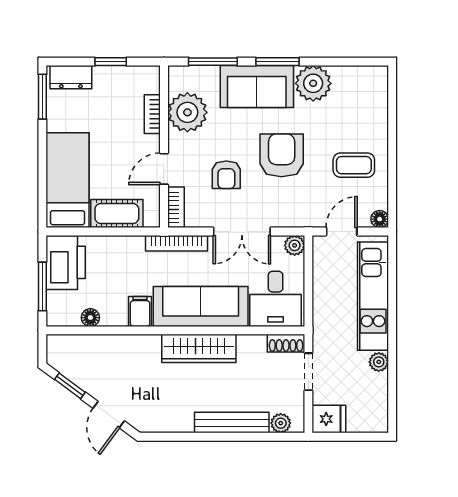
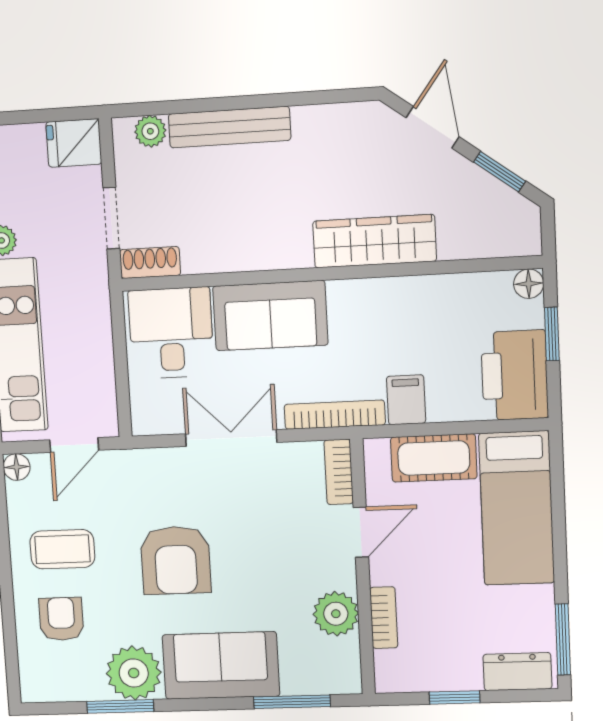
window: (278, 62) -> (120, 706), moved
plant: (187, 112) -> (336, 614), width x0.73, depth x0.73
armchair: (226, 175) -> (61, 619), moved
plant: (295, 245) -> (146, 420), removed
window: (42, 286) -> (552, 334), width x0.67
sofa: (201, 306) -> (270, 316), width x0.73
filing cabinet: (140, 311) -> (406, 400), moved, turned 180
floor lamp: (90, 318) -> (529, 284), moved
wardrobe: (199, 348) -> (375, 241), moved

